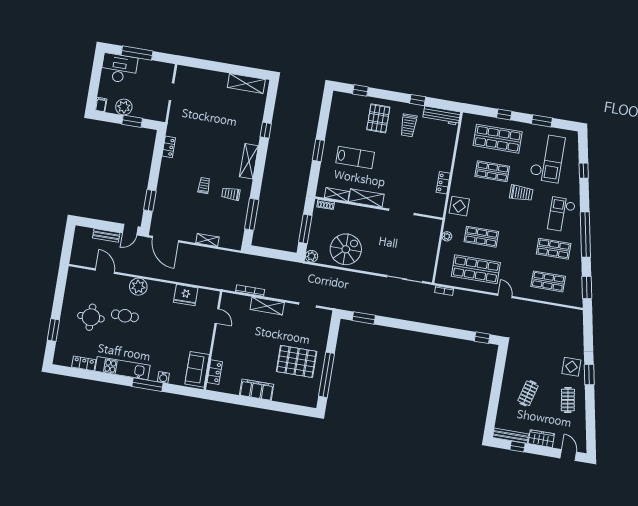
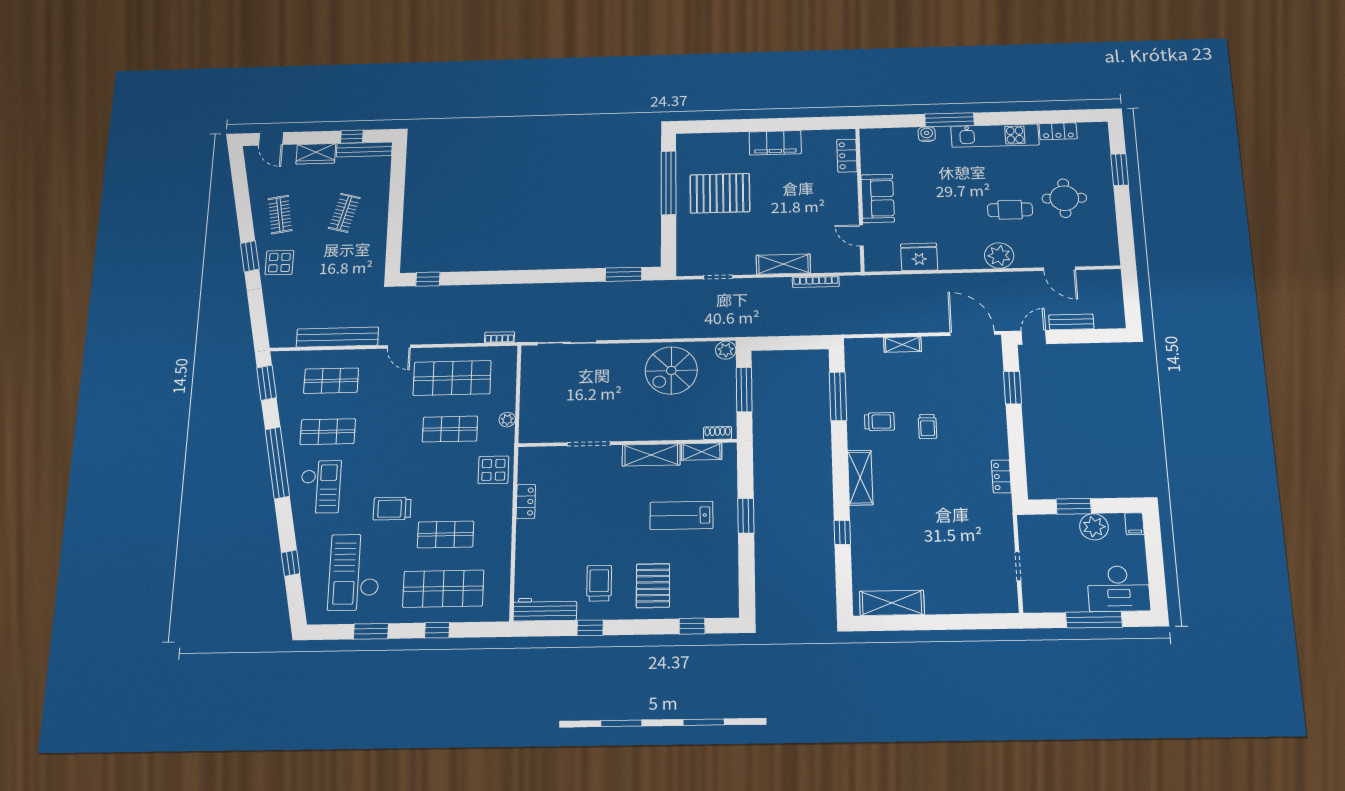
bench: (541, 309) -> (337, 337), added
sofa: (197, 369) -> (878, 198), moved

